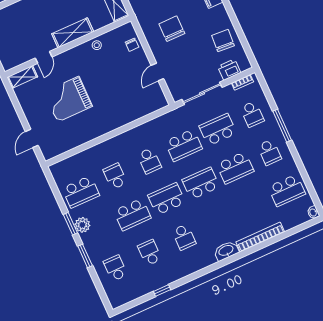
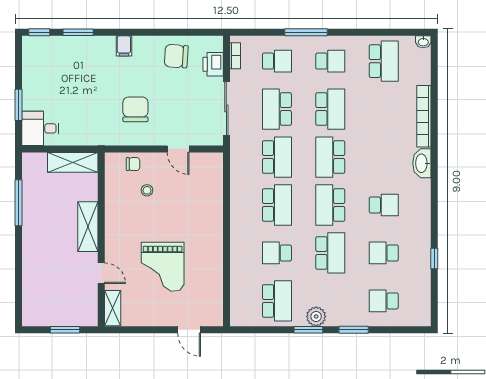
chair: (172, 29) -> (135, 109), turned 90
stool: (97, 45) -> (147, 190), moved
school desk: (149, 161) -> (277, 205), width x1.85

